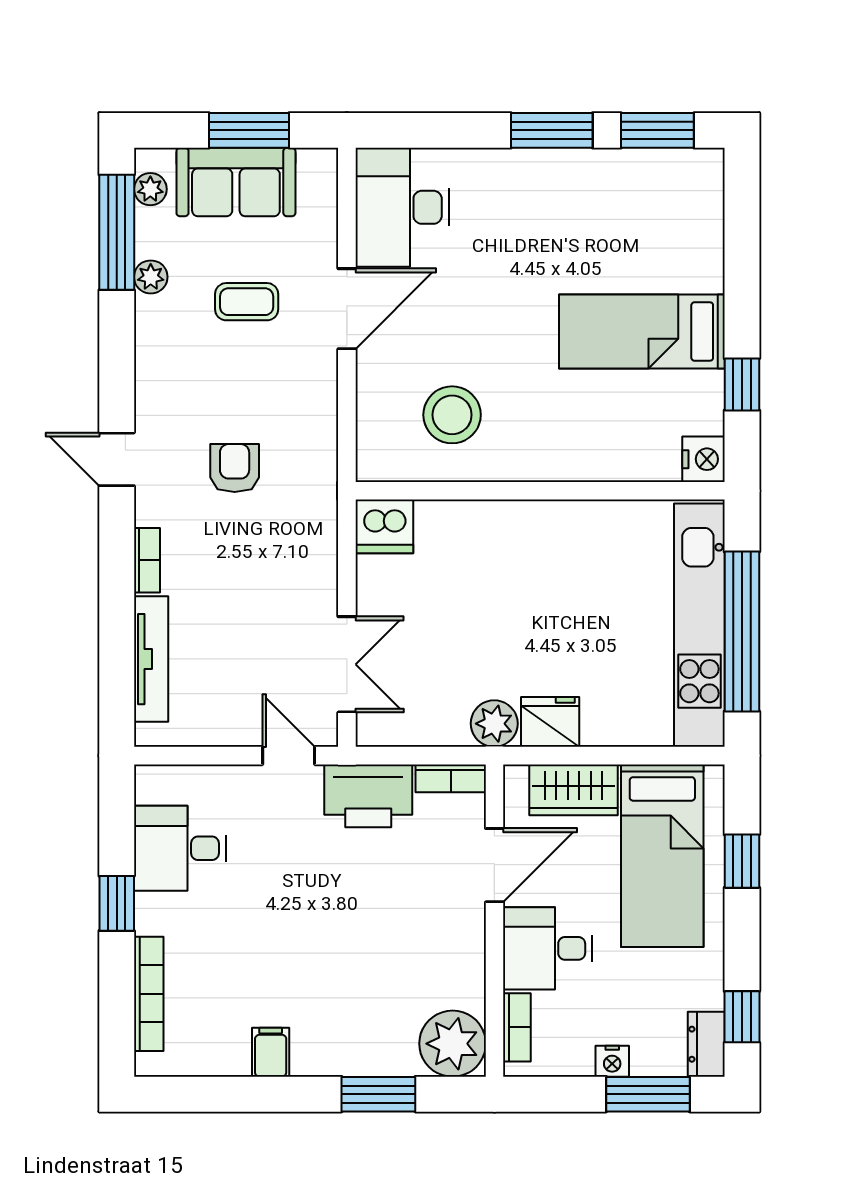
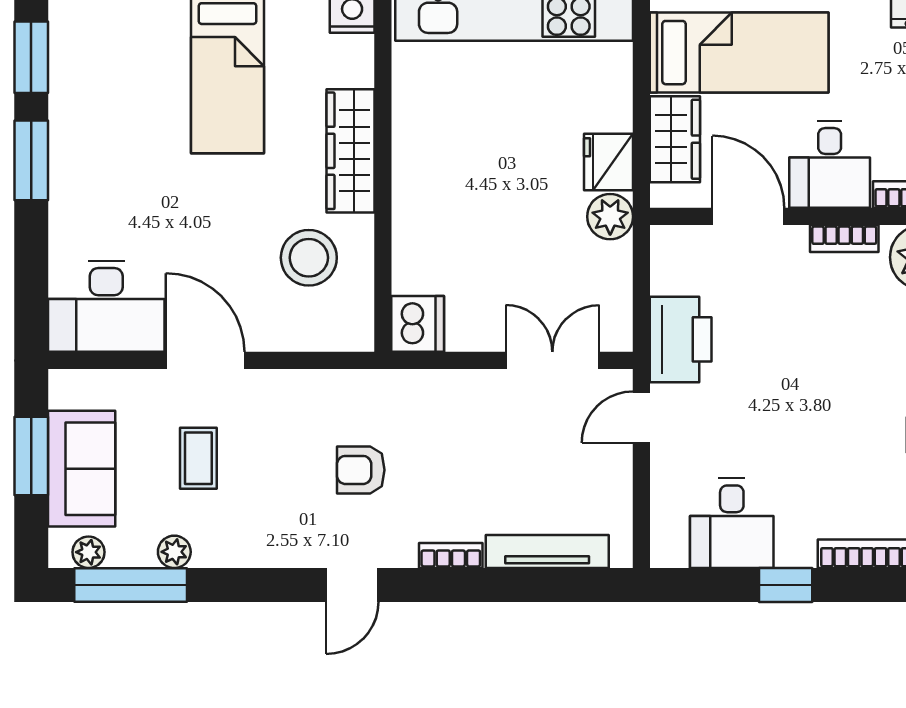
wardrobe: (562, 458) -> (351, 151), added
bookcase: (451, 778) -> (844, 239), moved, turned 90

